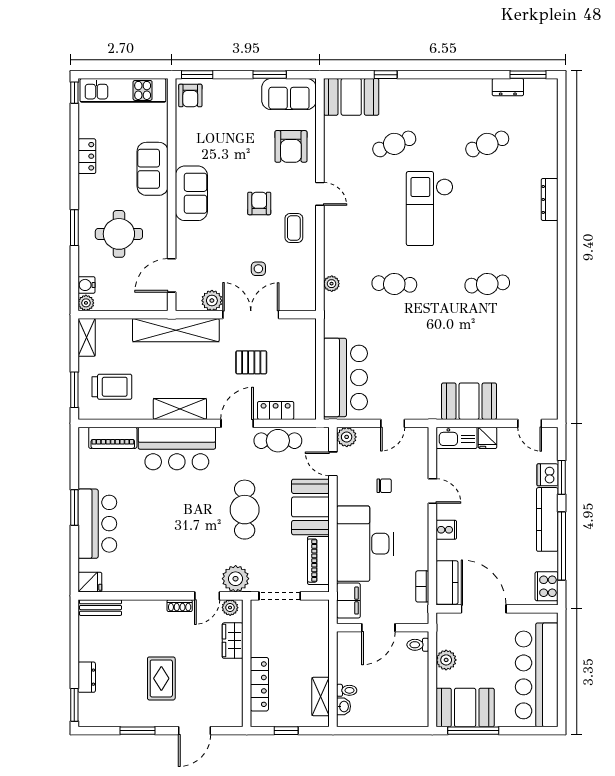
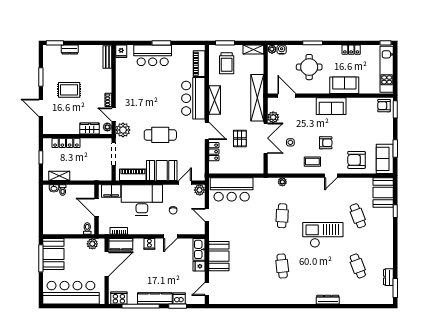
cafe table: (278, 441) -> (198, 153), removed
plant: (446, 660) -> (92, 244), moved

